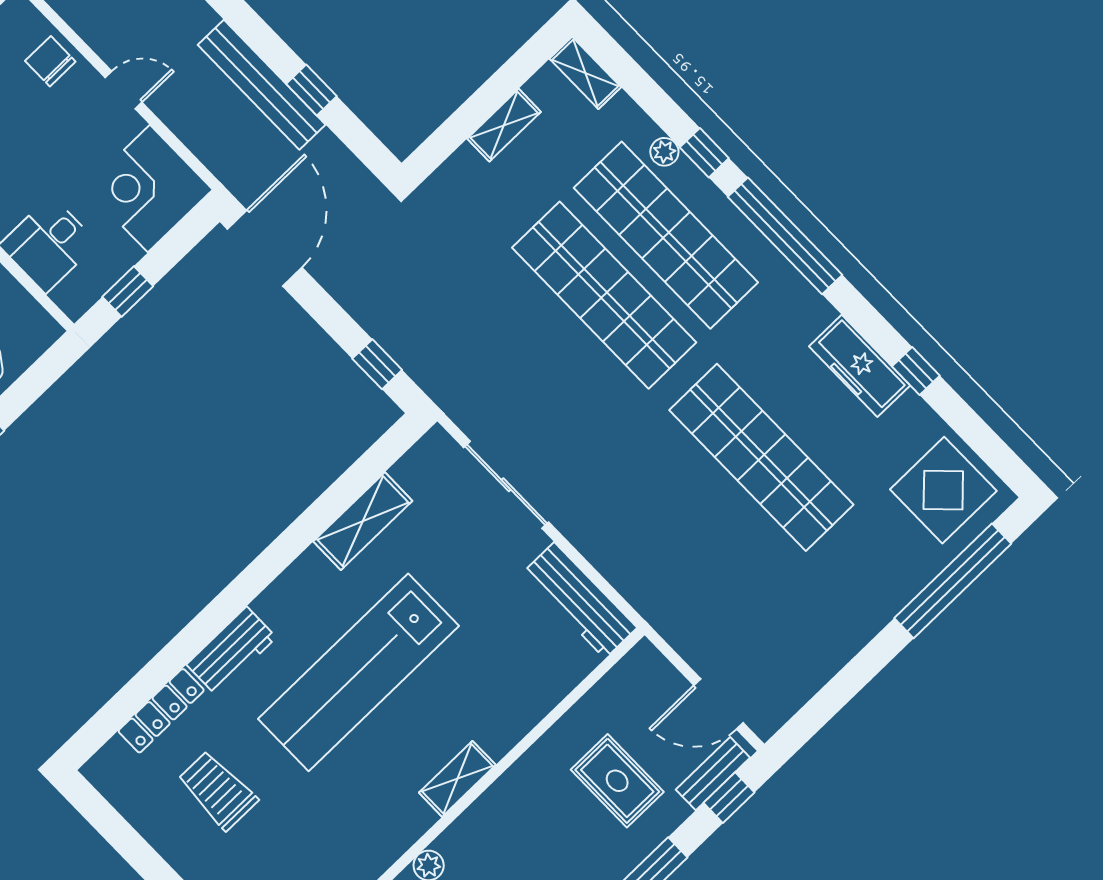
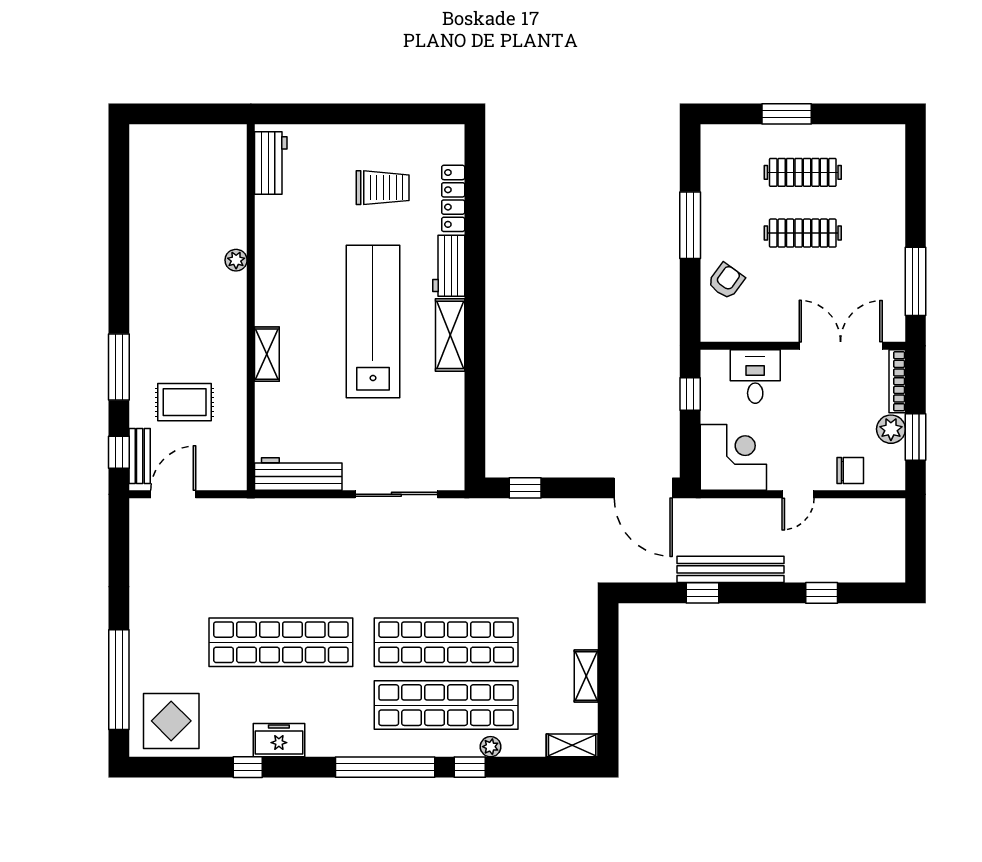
freezer: (860, 366) -> (279, 740), width x0.71
shelving: (363, 521) -> (450, 335), moved
shelving: (457, 779) -> (267, 354), moved

